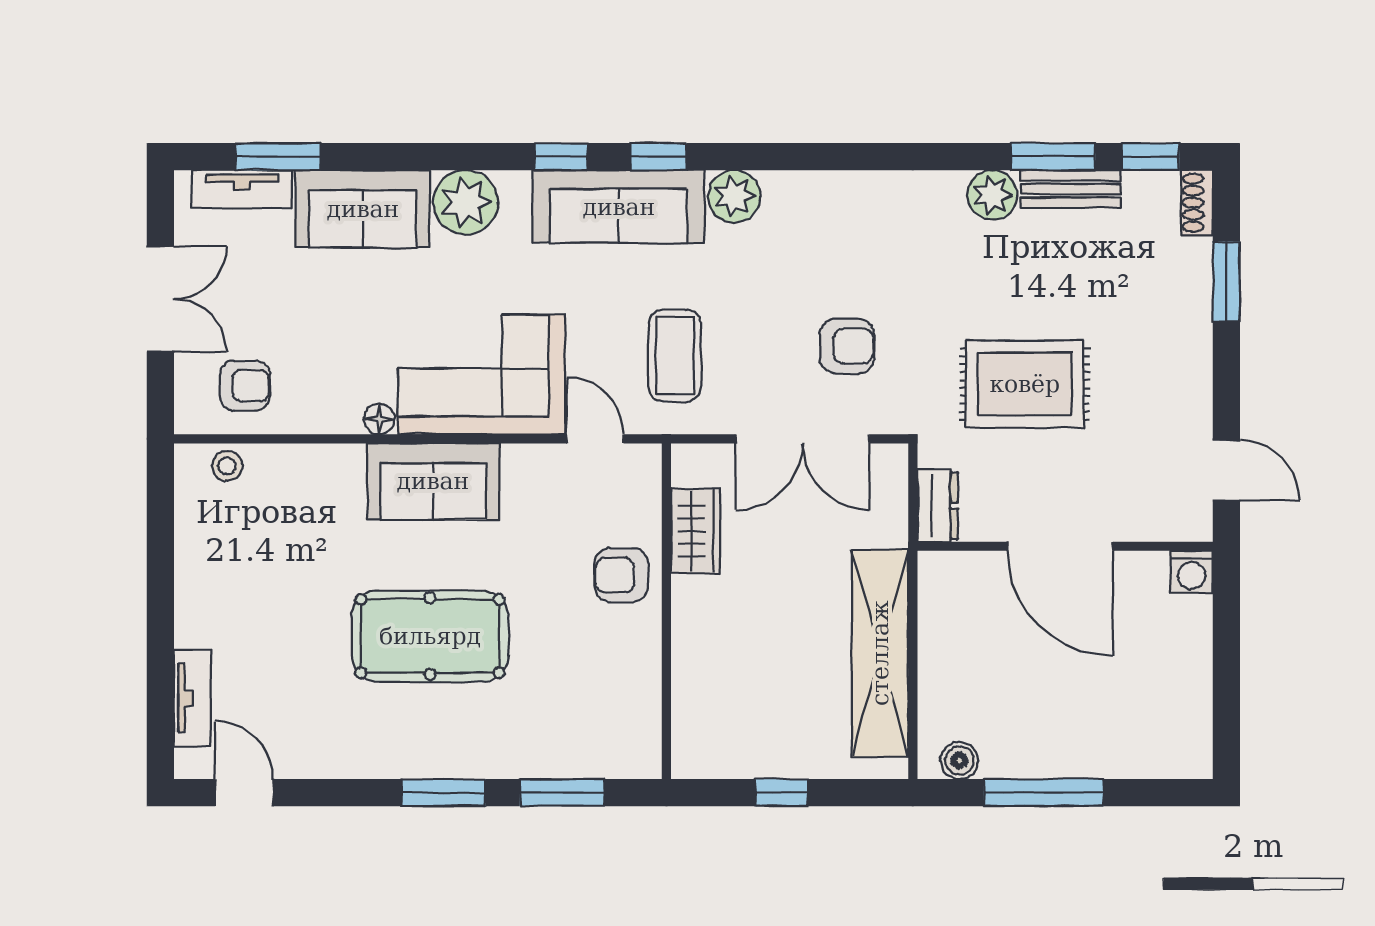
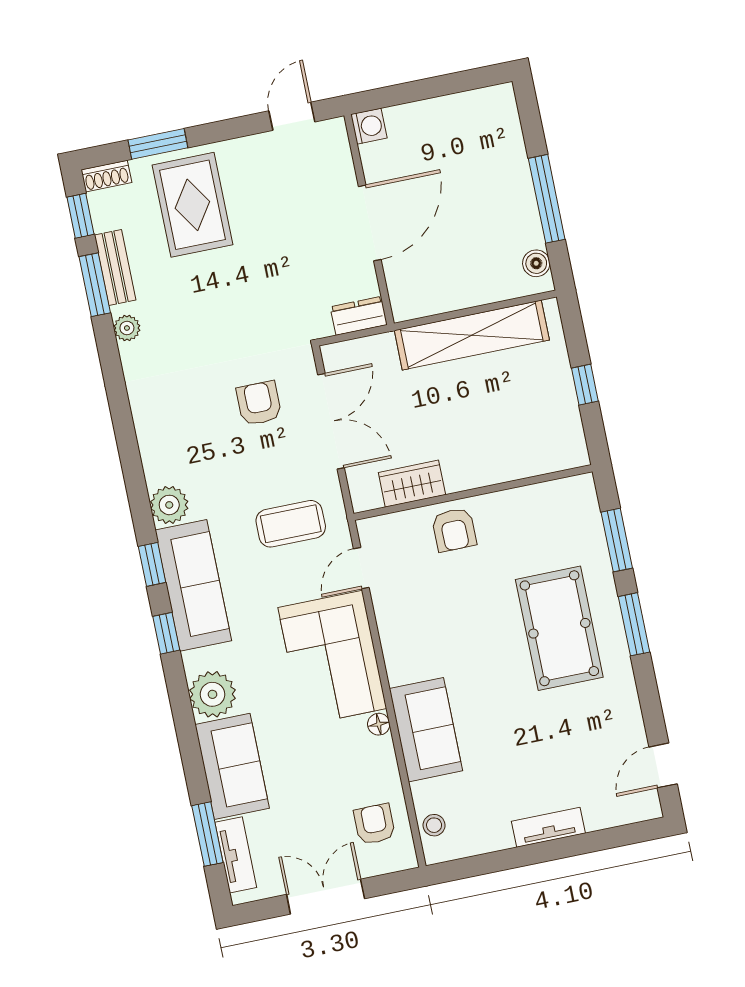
plant: (992, 195) -> (127, 328), width x0.73, depth x0.73
rug: (1025, 384) -> (192, 205), moved
sofa: (433, 481) -> (426, 730), moved
pool table: (430, 636) -> (559, 628), moved
tv unit: (192, 698) -> (548, 827), moved

